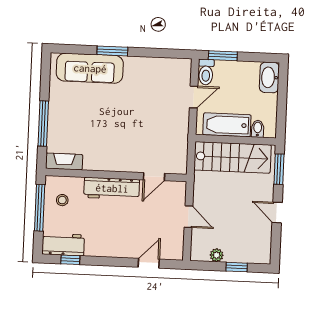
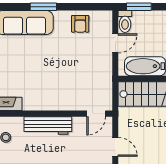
armchair: (154, 73) -> (80, 24), added
door: (154, 177) -> (96, 114), moved

